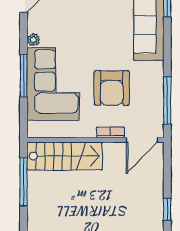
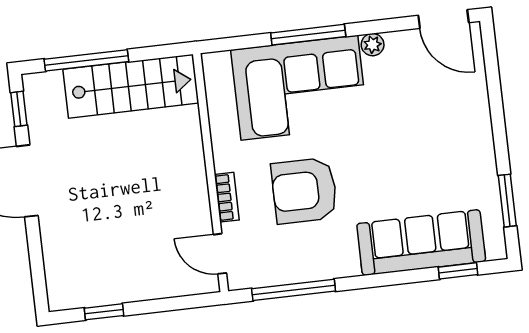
door: (142, 140) -> (220, 254), width x0.73
stairs: (65, 156) -> (131, 86), moved, turned -90
window: (24, 182) -> (86, 60), moved

